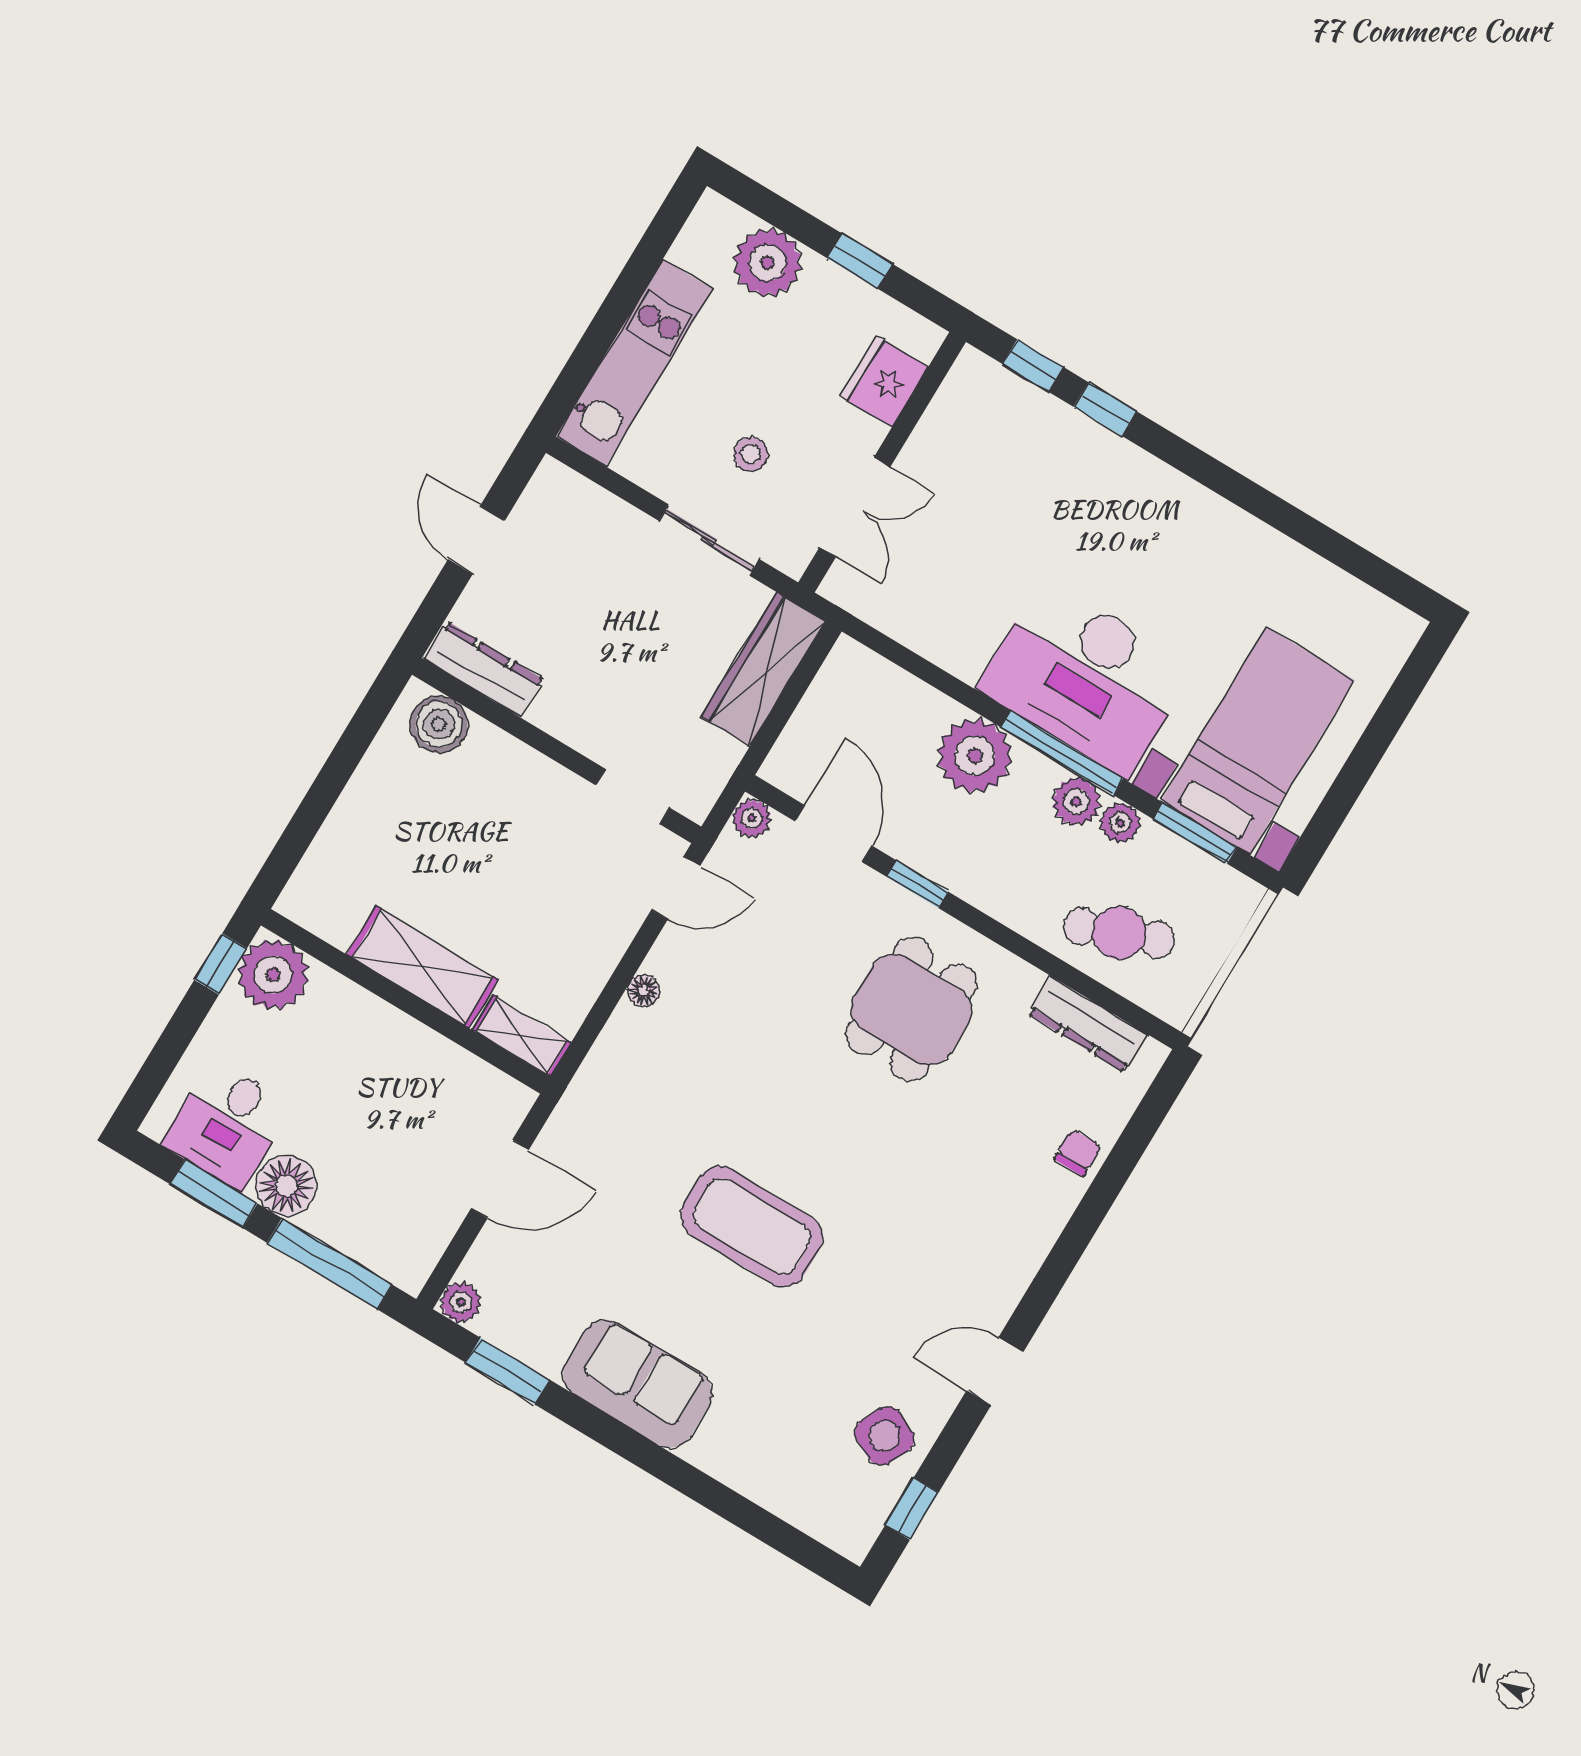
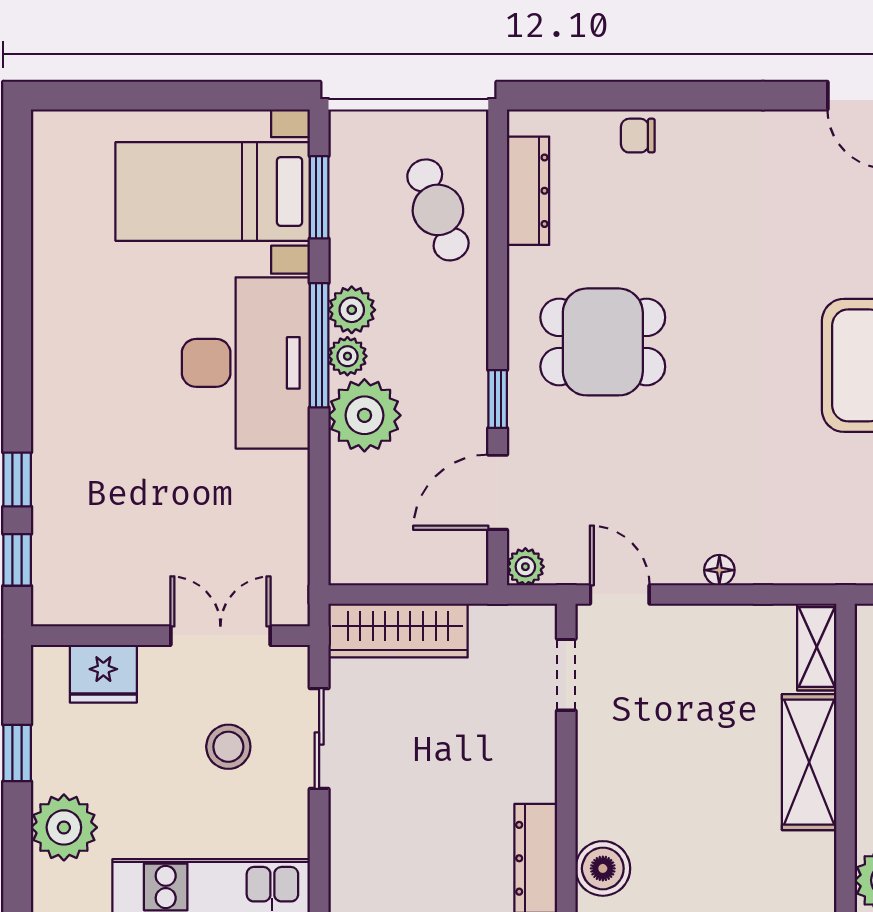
stool: (751, 454) -> (228, 747), width x1.37, depth x1.37
plant: (1120, 823) -> (347, 356), moved

